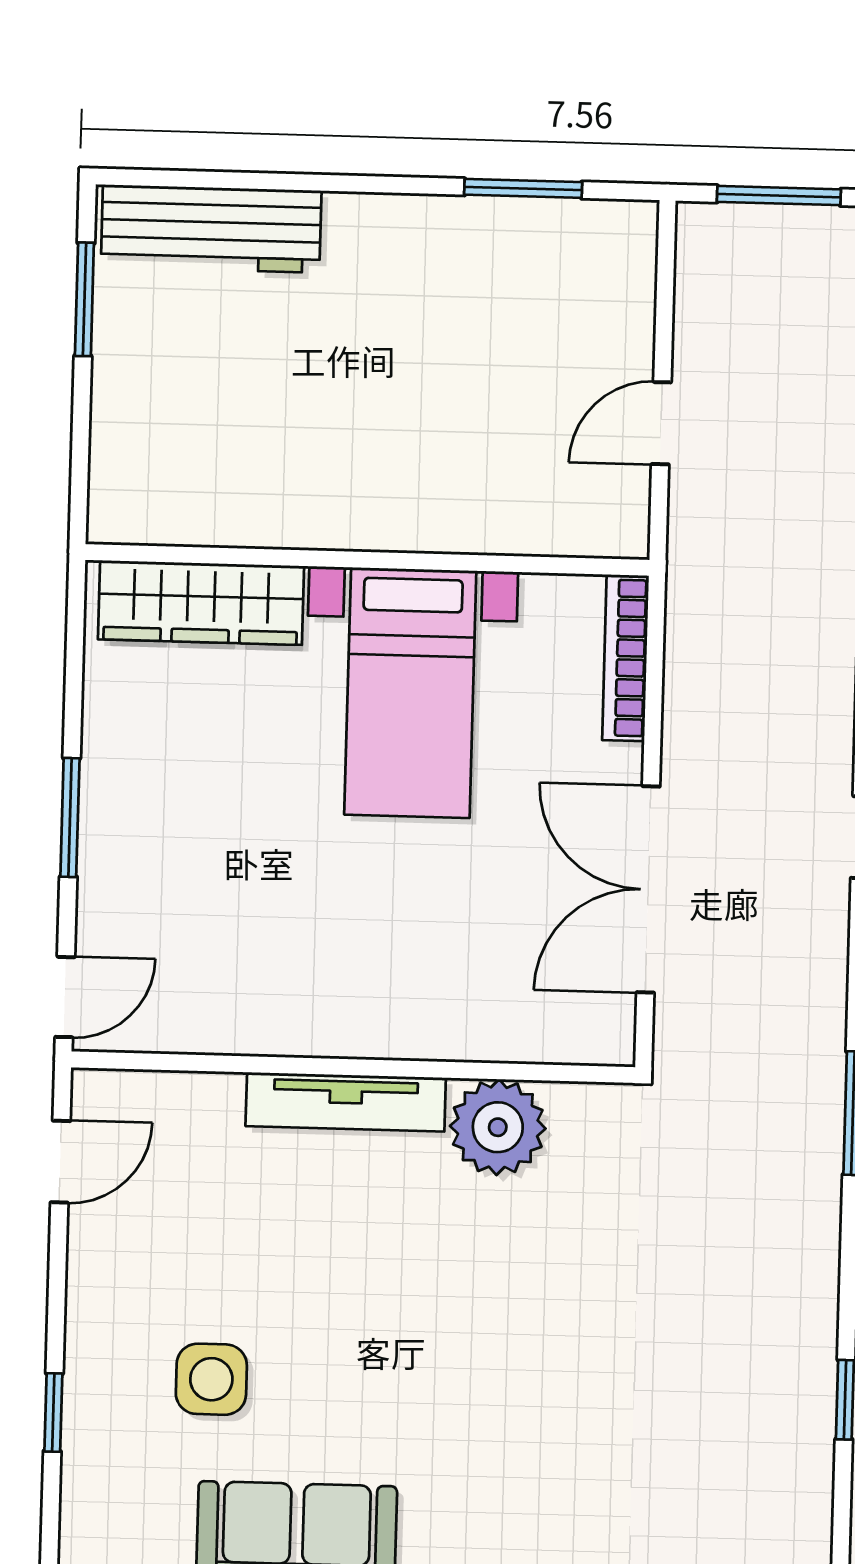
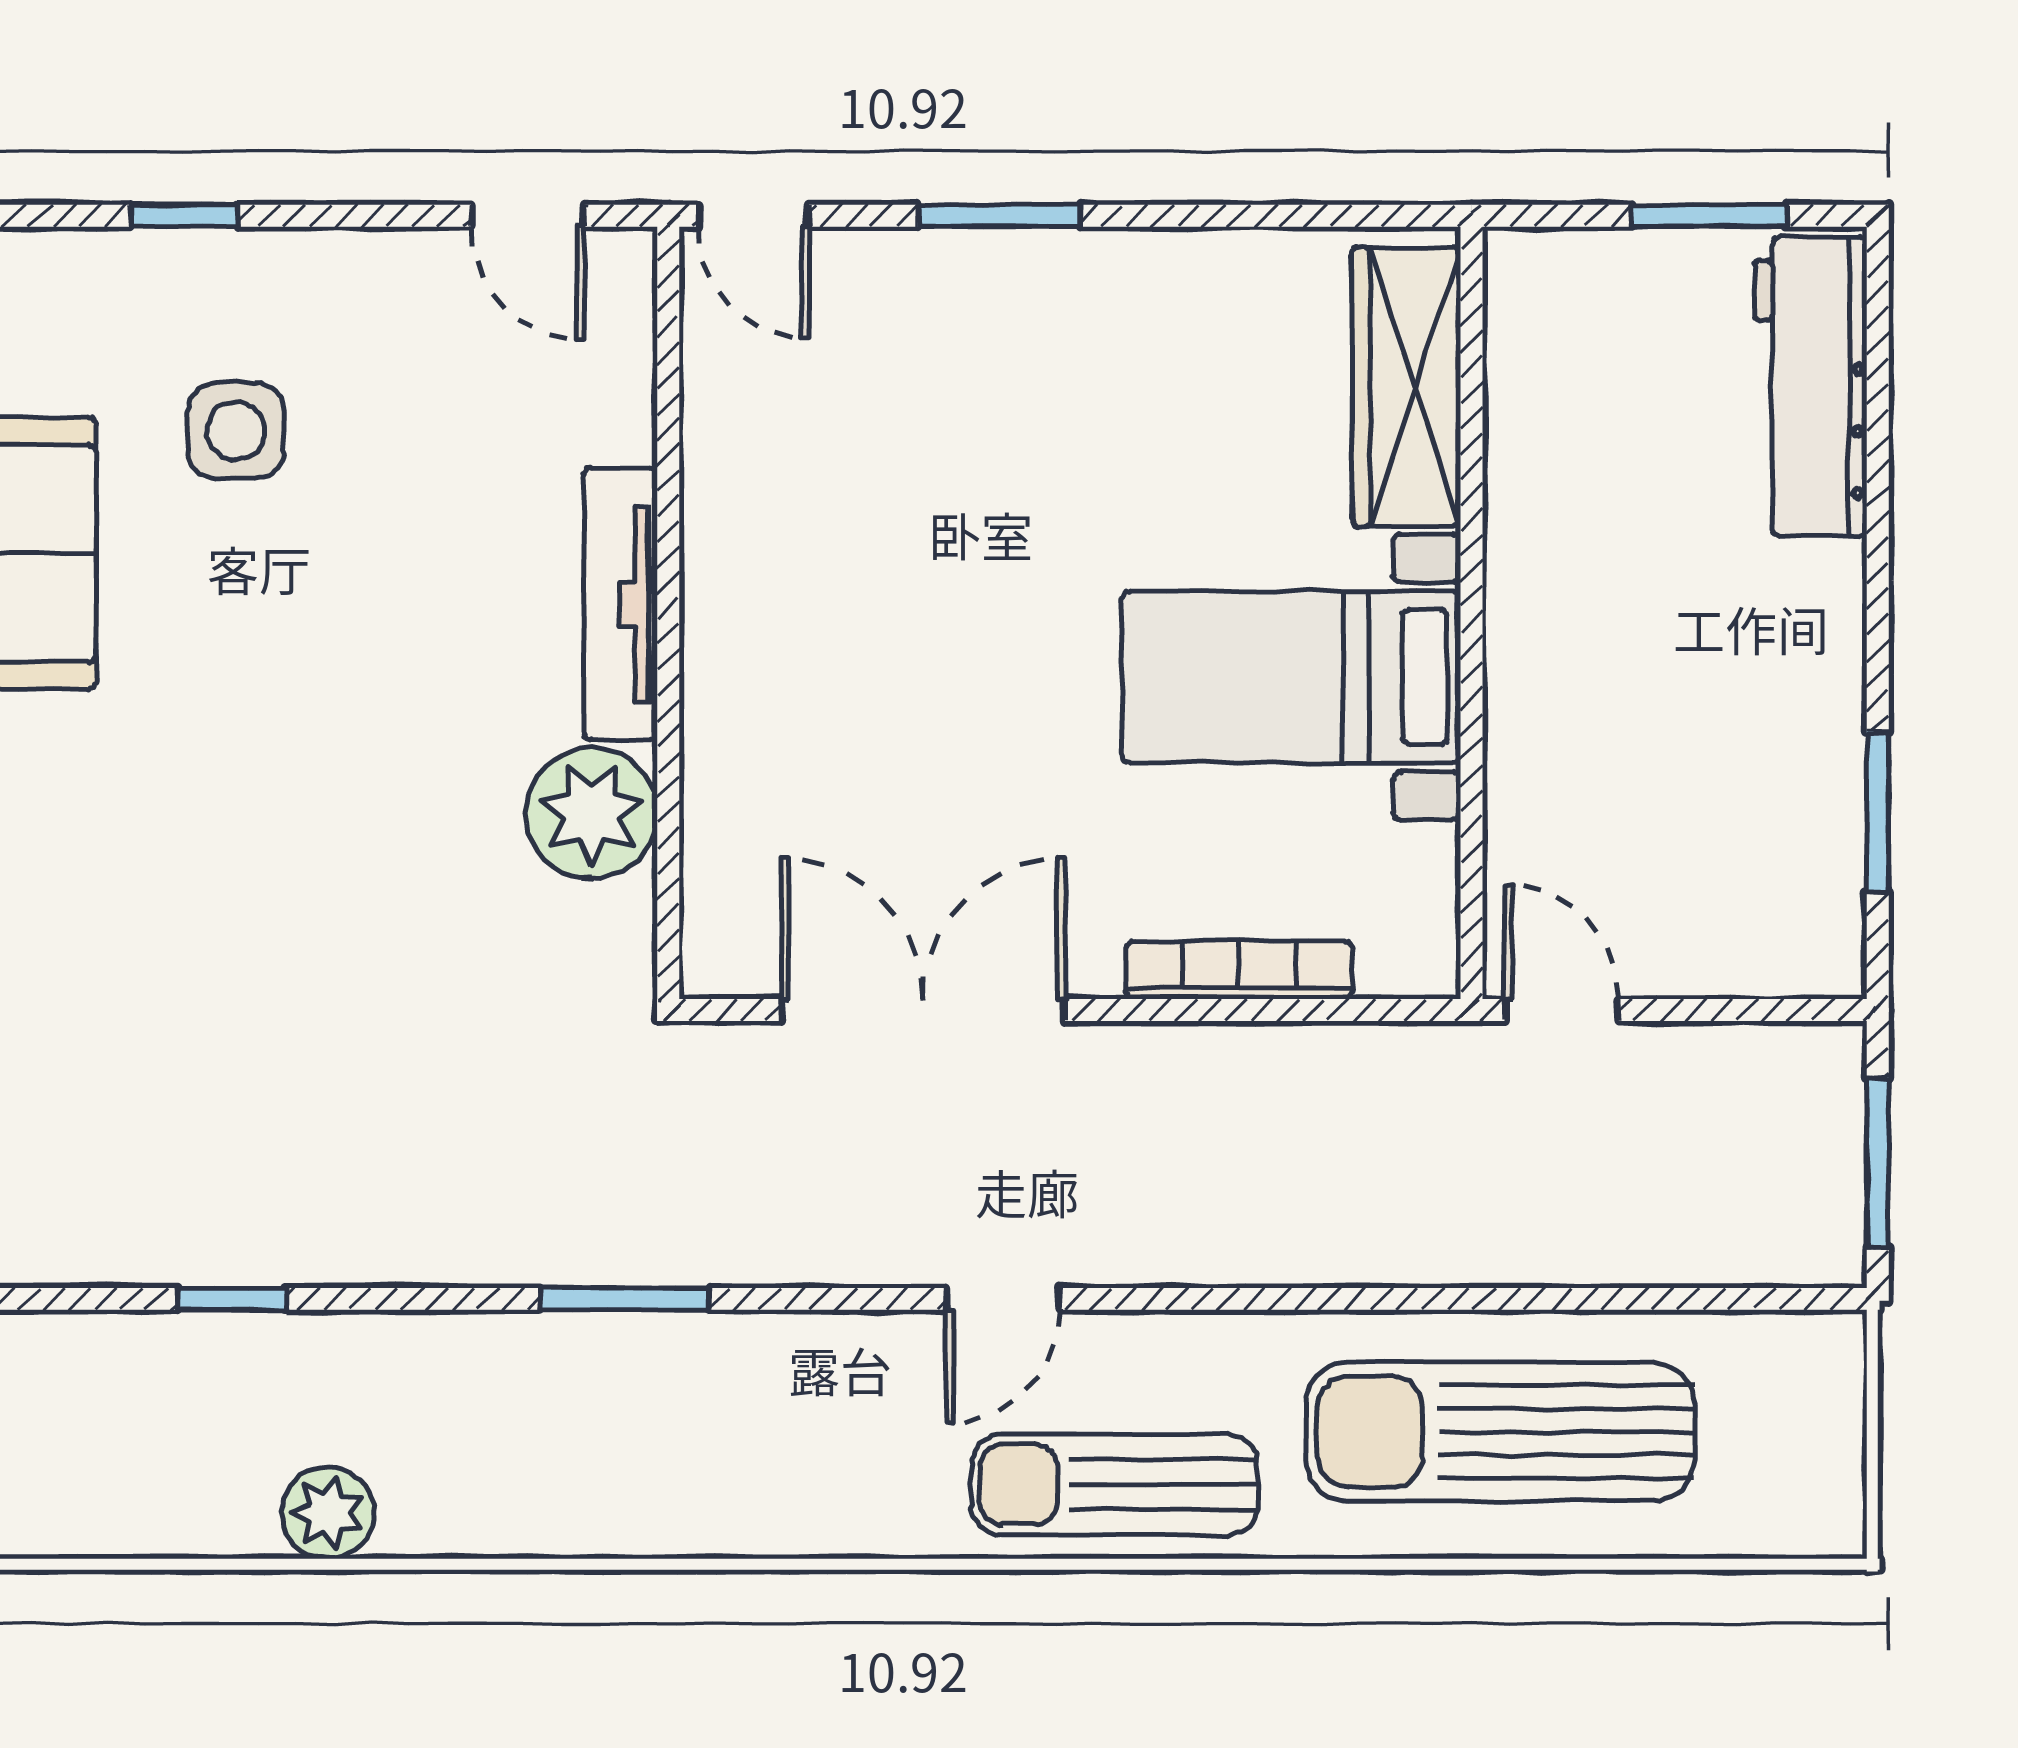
wall: (367, 560) -> (1472, 613), moved
wardrobe: (201, 603) -> (1407, 387), moved
bed with nightstands: (410, 693) -> (1291, 677), moved

